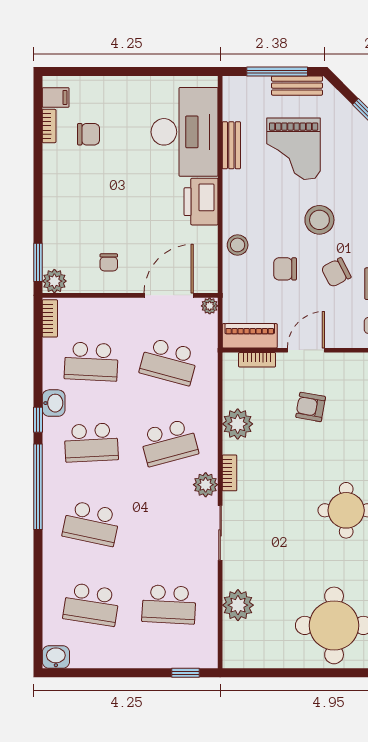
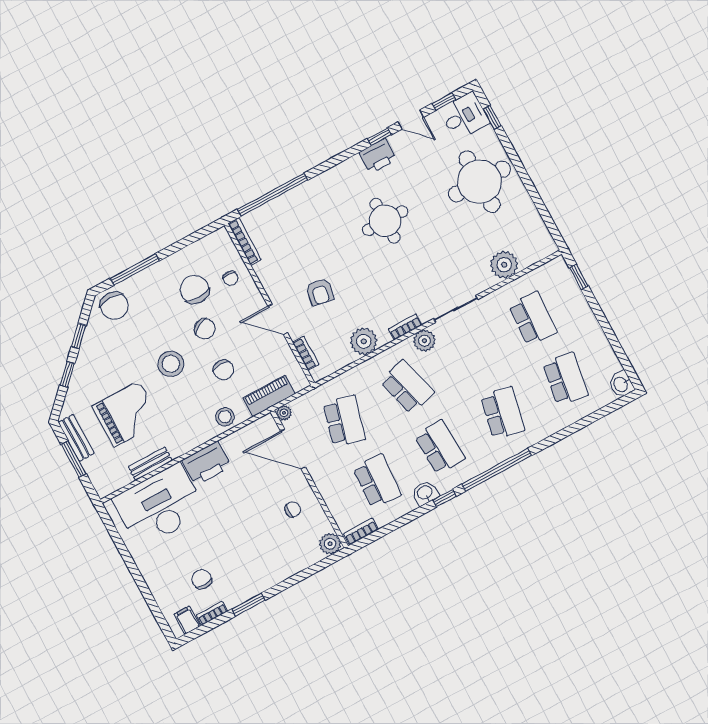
window: (277, 72) -> (74, 459), width x0.69
window: (38, 262) -> (248, 605), moved
piano: (250, 336) -> (269, 396), moved, turned 90

